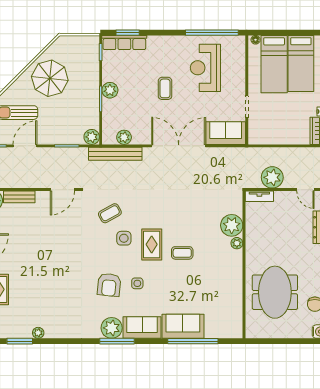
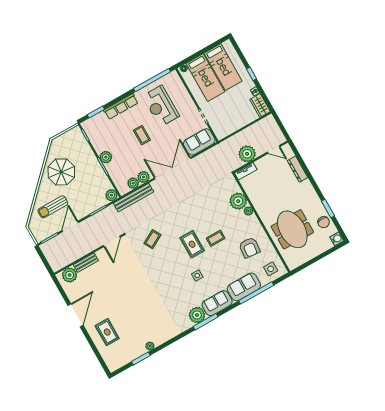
row of seats: (124, 42) -> (121, 106), moved
plant: (140, 137) -> (144, 177), added
side table: (124, 238) -> (271, 269), moved
armchair: (109, 285) -> (249, 248), moved

